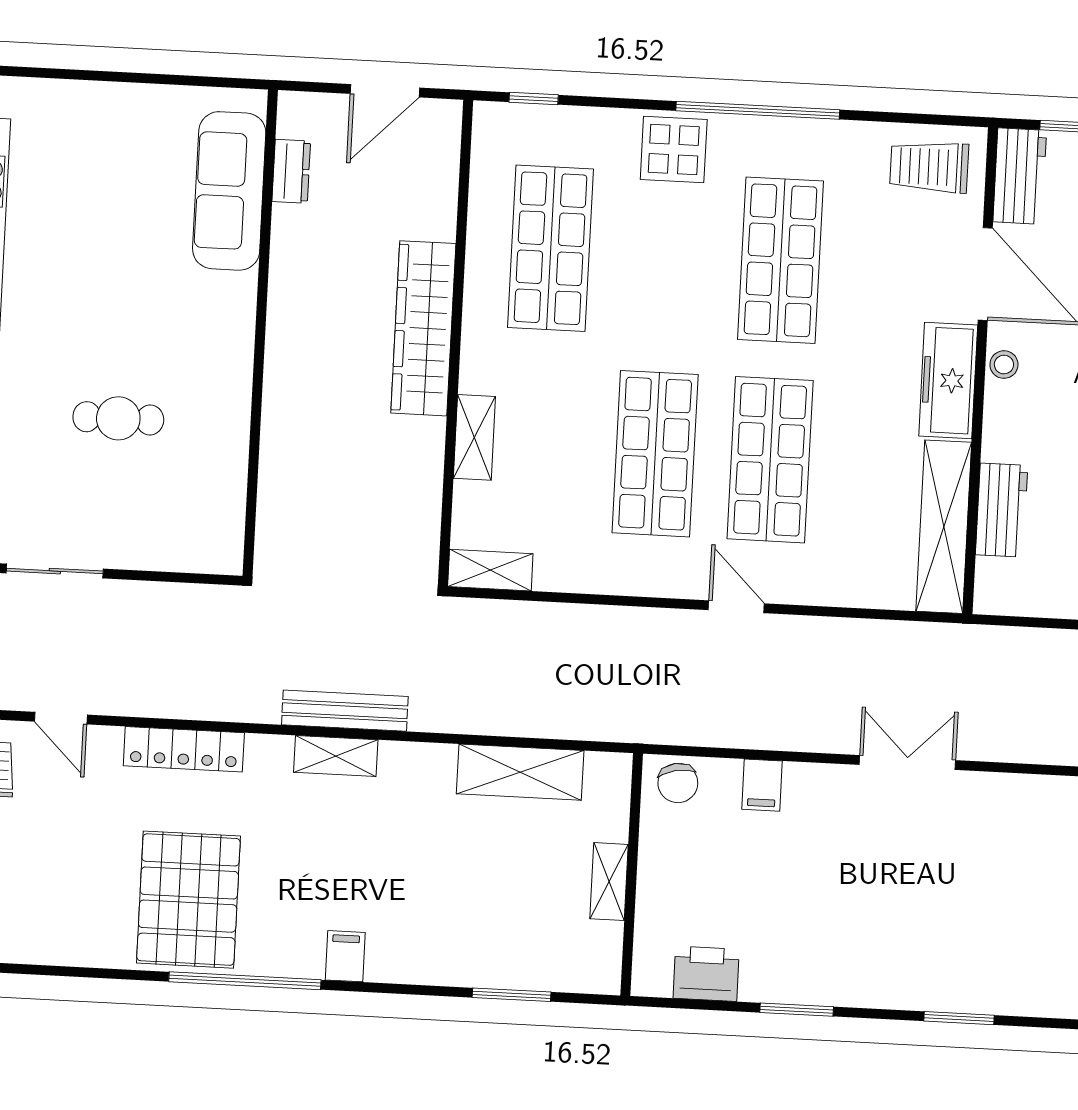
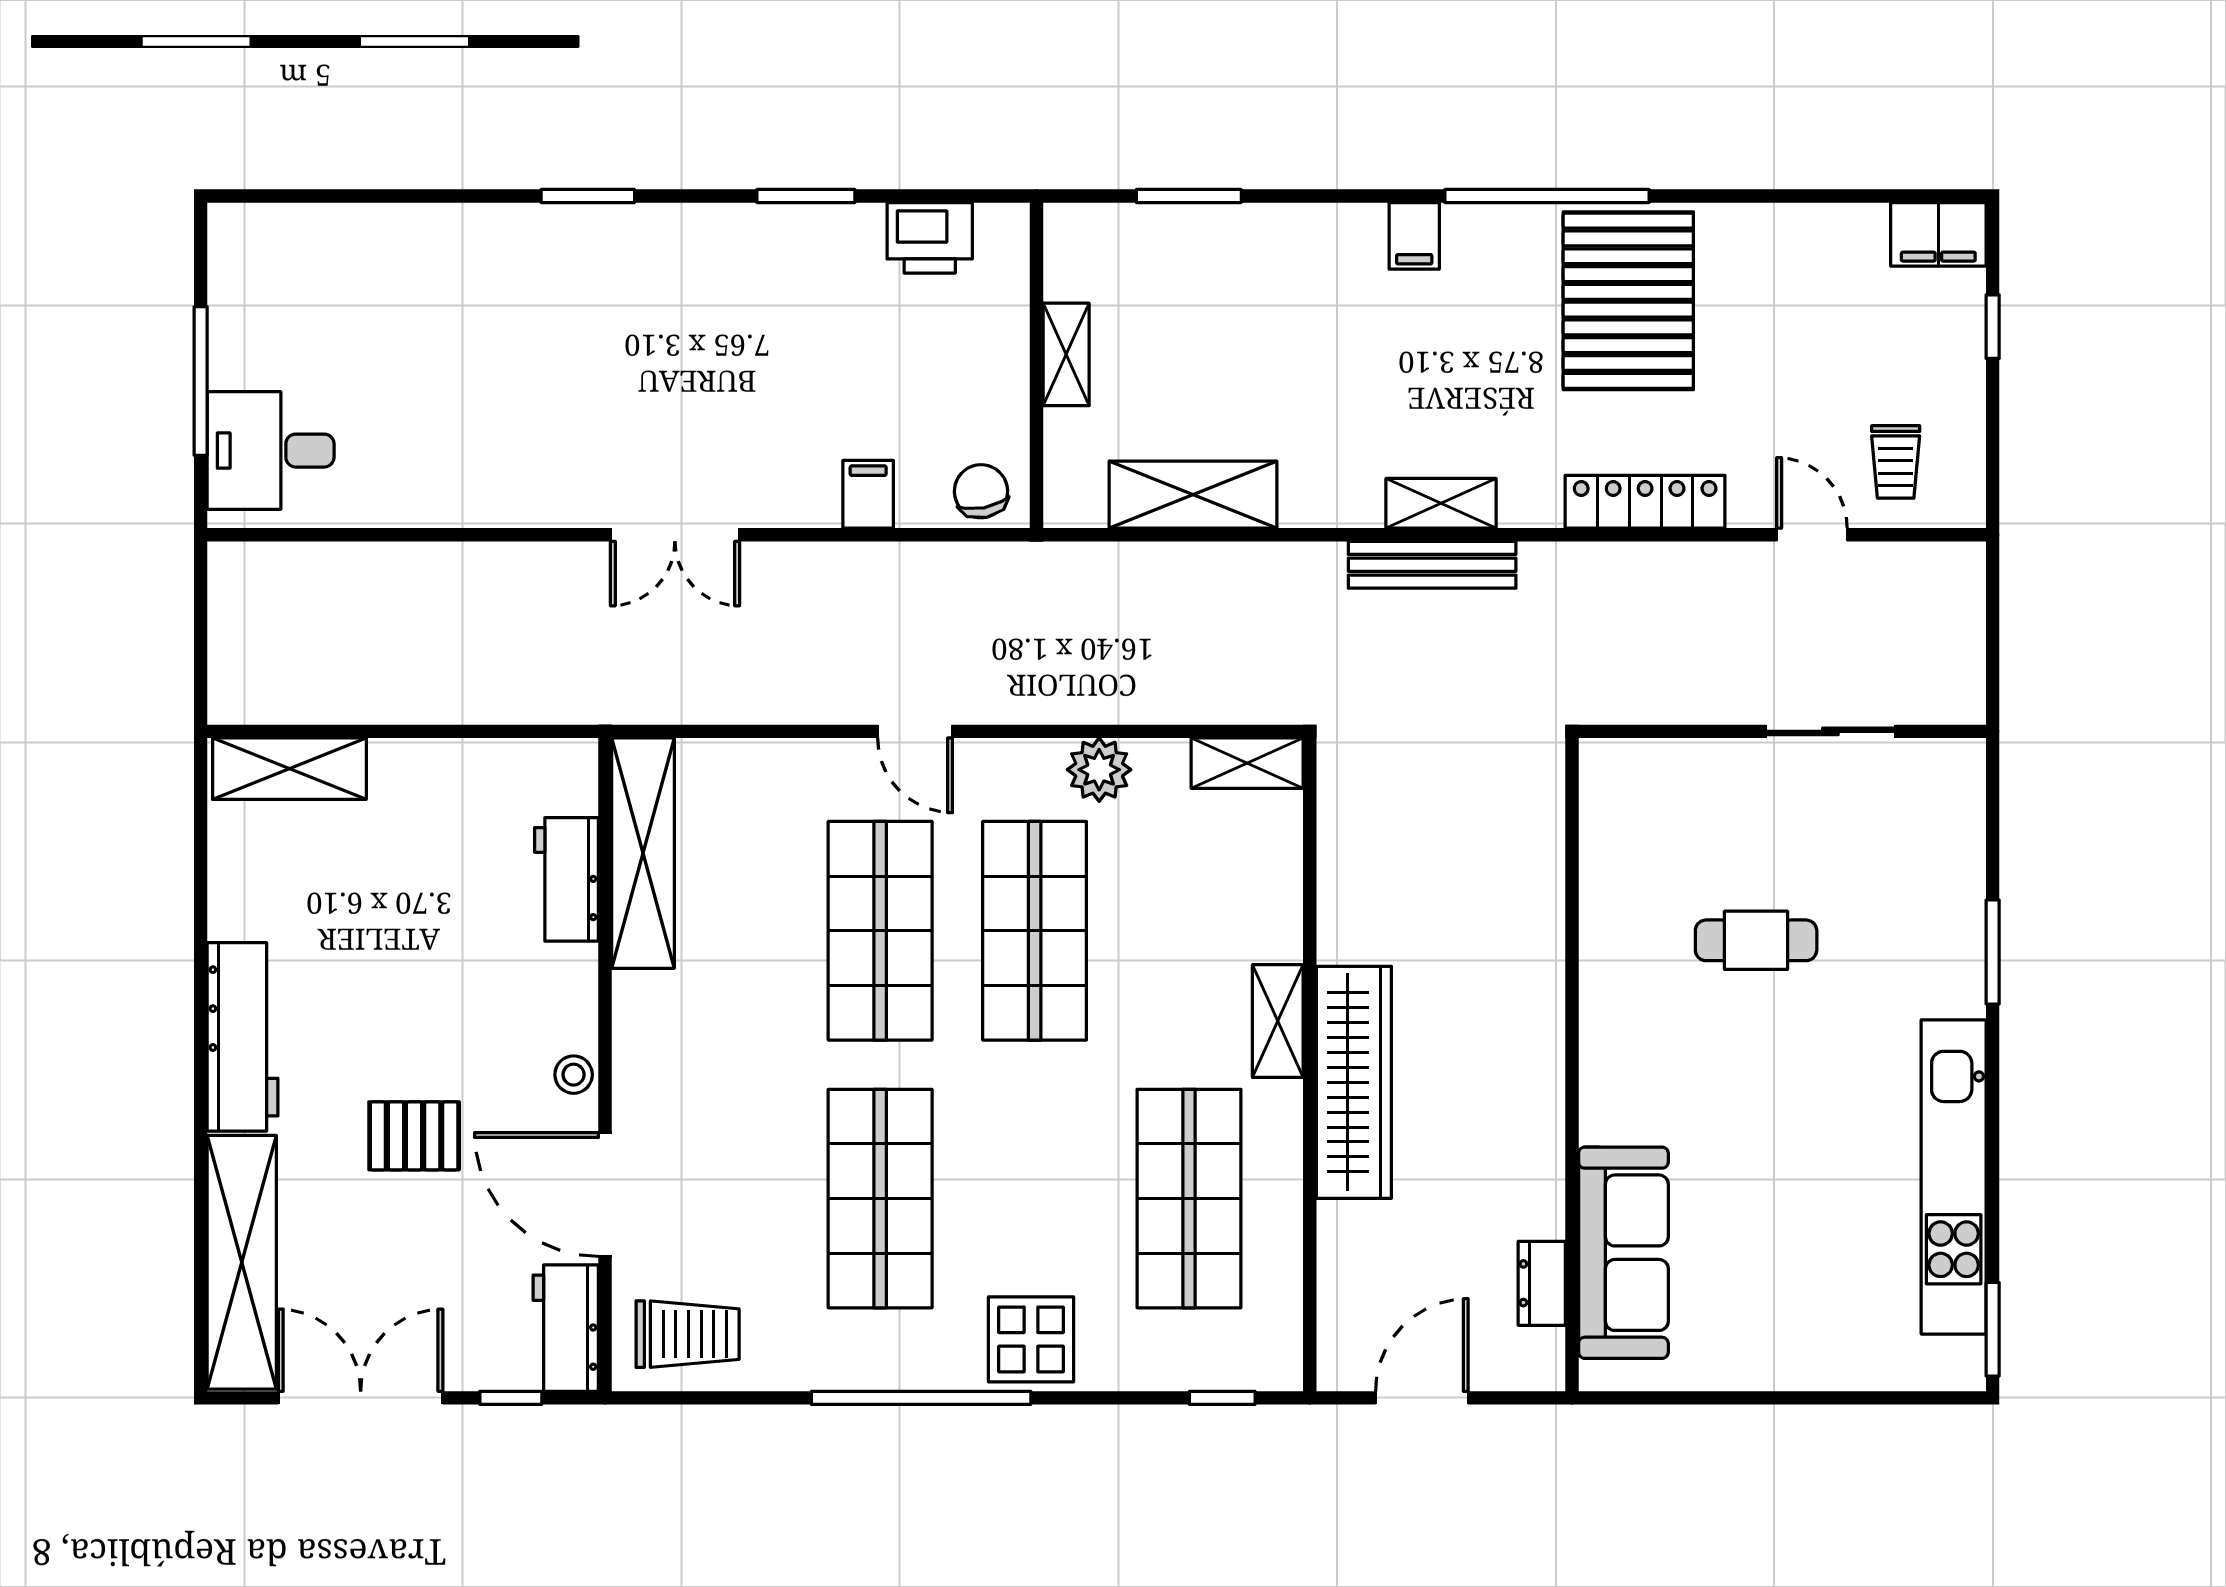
freezer: (948, 381) -> (647, 1049), removed
shelving: (474, 437) -> (1278, 1021), moved
plant: (601, 571) -> (1099, 770), added

